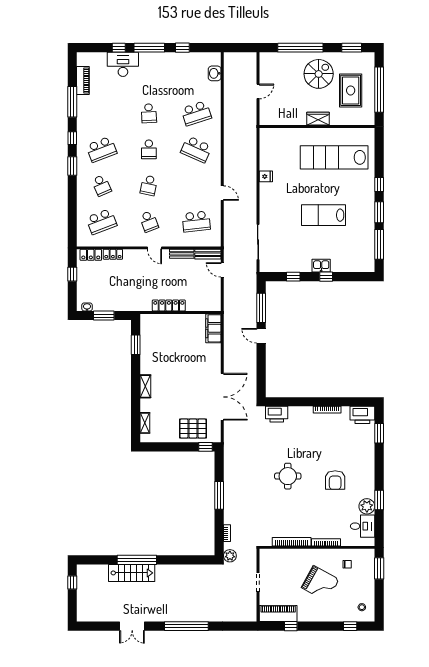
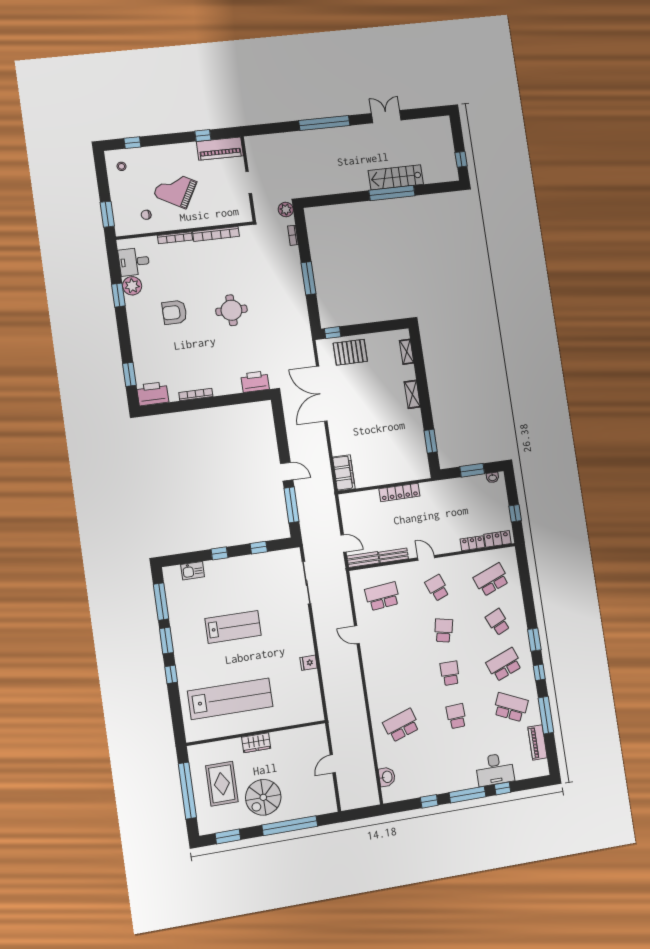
school desk: (196, 149) -> (511, 707), moved
kitchen sink: (321, 266) -> (193, 571), moved
armchair: (335, 480) -> (174, 312), turned -90

